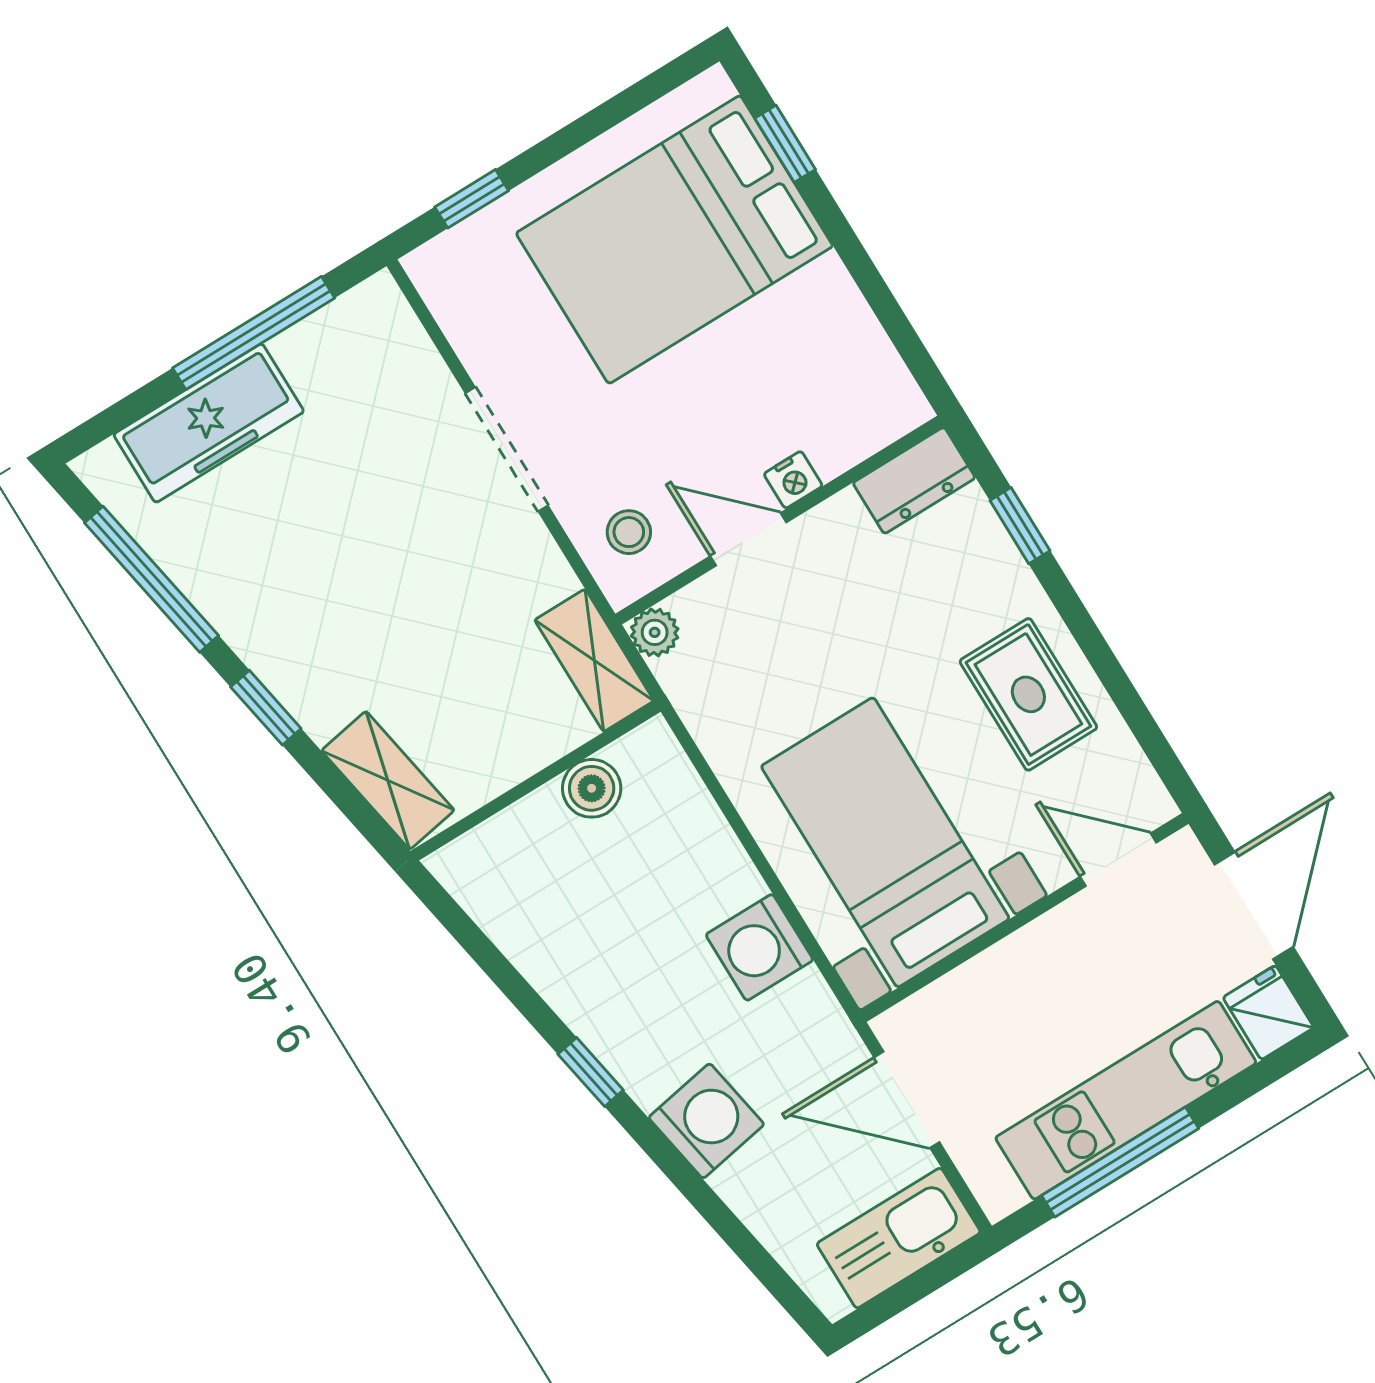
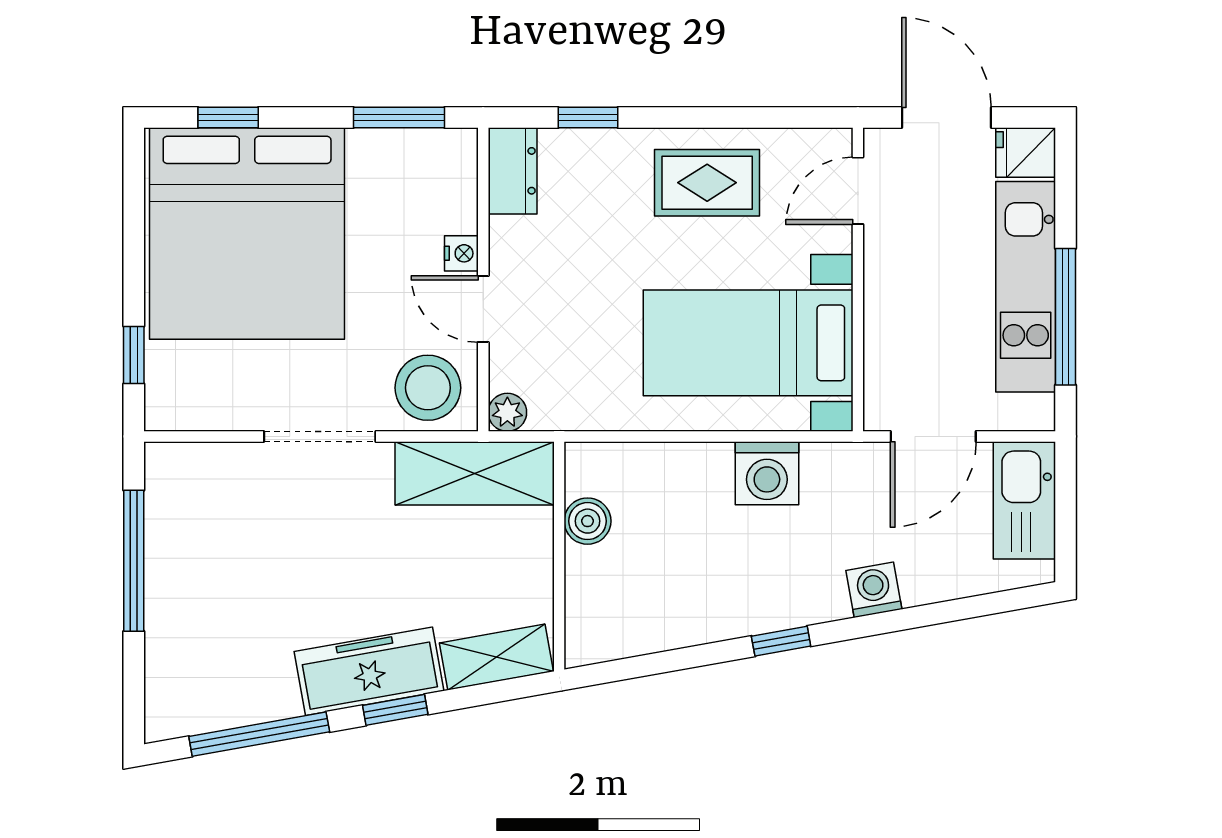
bed: (674, 240) -> (247, 233), width x1.36
window: (897, 325) -> (399, 117), added
freezer: (209, 423) -> (369, 671), moved, turned -100
stool: (629, 532) -> (428, 388), width x1.89, depth x1.89
door: (748, 539) -> (483, 309), hinge flipped
shelving: (594, 660) -> (475, 473), width x1.50, depth x1.33
washing machine: (706, 1121) -> (874, 590), width x0.73, depth x0.73

